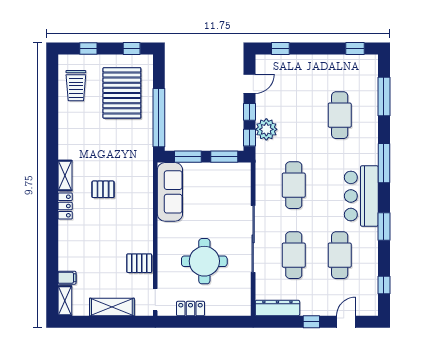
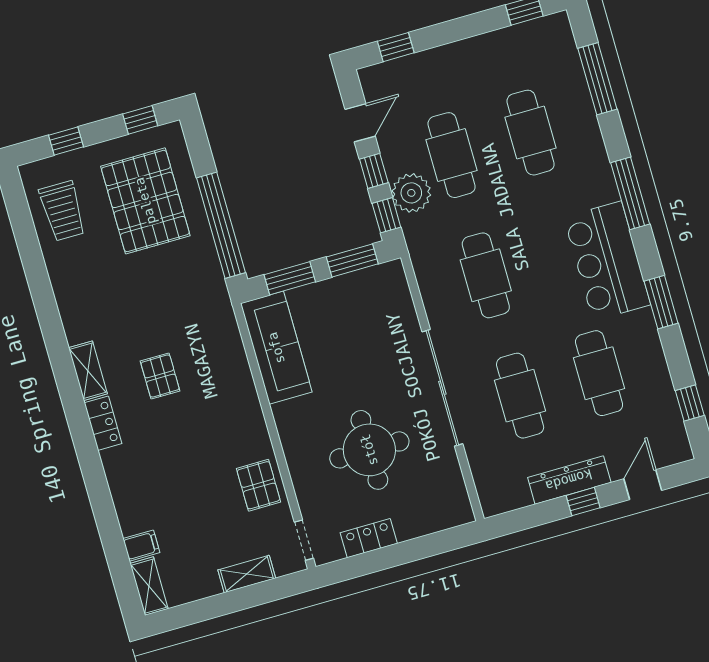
cafe table: (294, 115) -> (452, 155), added
pallet: (103, 189) -> (160, 376), turned 90
pallet: (139, 263) -> (259, 485), turned 90
shelving: (112, 307) -> (247, 574), width x0.67, depth x0.75
dresser: (277, 308) -> (569, 480), moved

